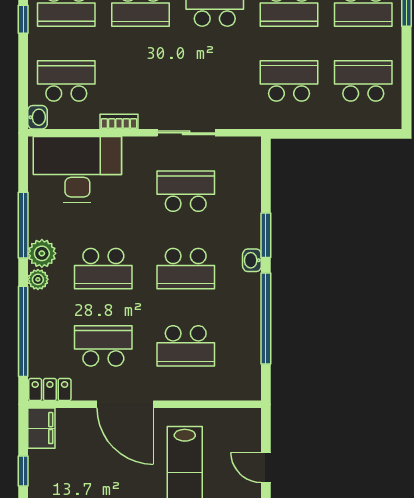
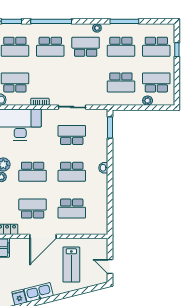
school desk: (289, 81) -> (121, 82), turned 180
plant: (345, 119) -> (148, 101), added
window: (266, 235) -> (110, 127), moved
window: (266, 319) -> (110, 196), removed
door: (125, 404) -> (43, 236), hinge flipped

